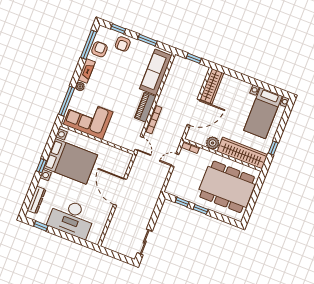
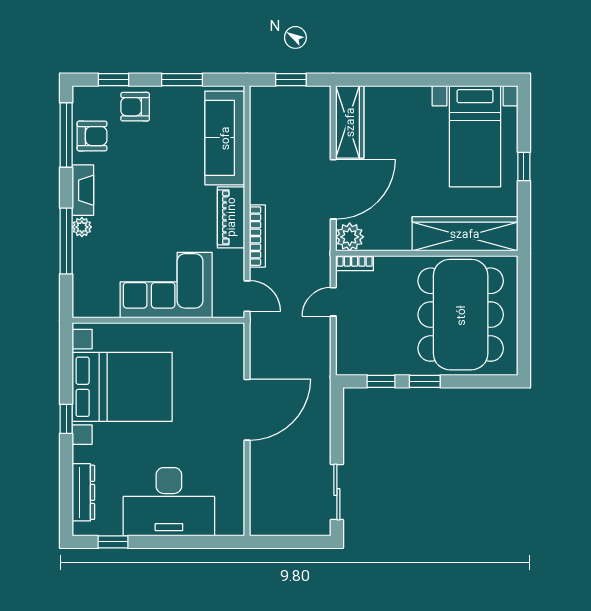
armchair: (123, 44) -> (135, 107), turned 90
armchair: (99, 49) -> (92, 136), turned 90
window: (67, 101) -> (66, 241), moved
corner sofa: (88, 118) -> (166, 285), moved
plant: (213, 143) -> (350, 237), moved
window: (273, 148) -> (524, 167), moved
dining table: (227, 187) -> (461, 315), turned 90
door: (120, 192) -> (247, 410), swing flipped

